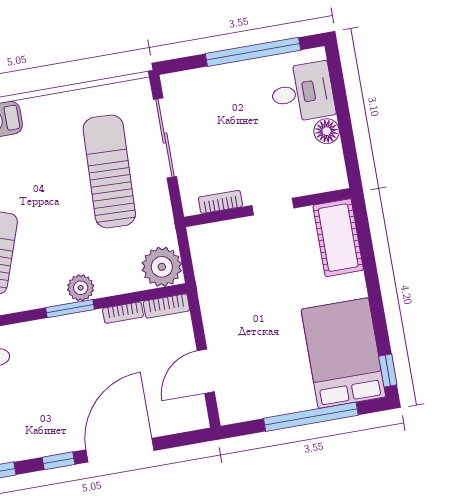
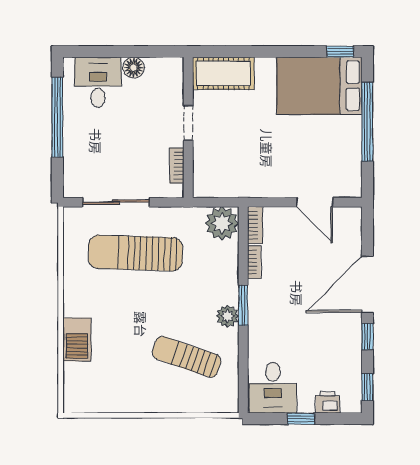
plant: (81, 288) -> (227, 316), moved
door: (120, 450) -> (367, 284), hinge flipped

